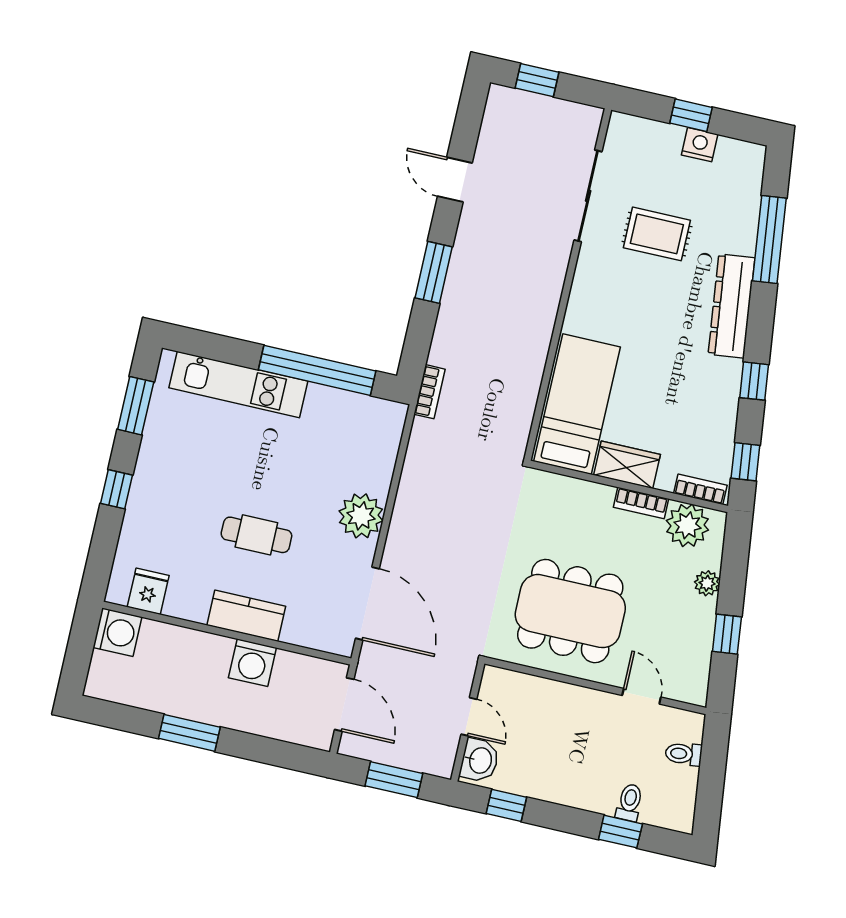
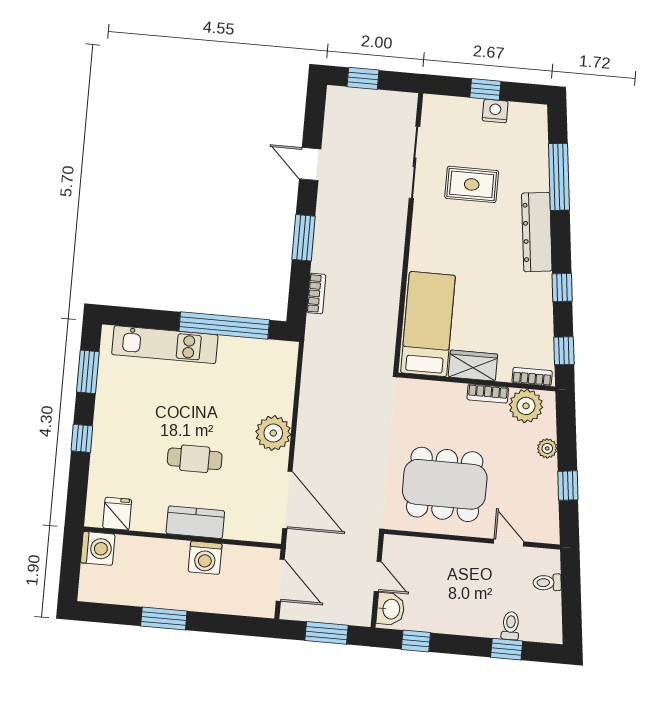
bookcase: (430, 392) -> (316, 294), moved

